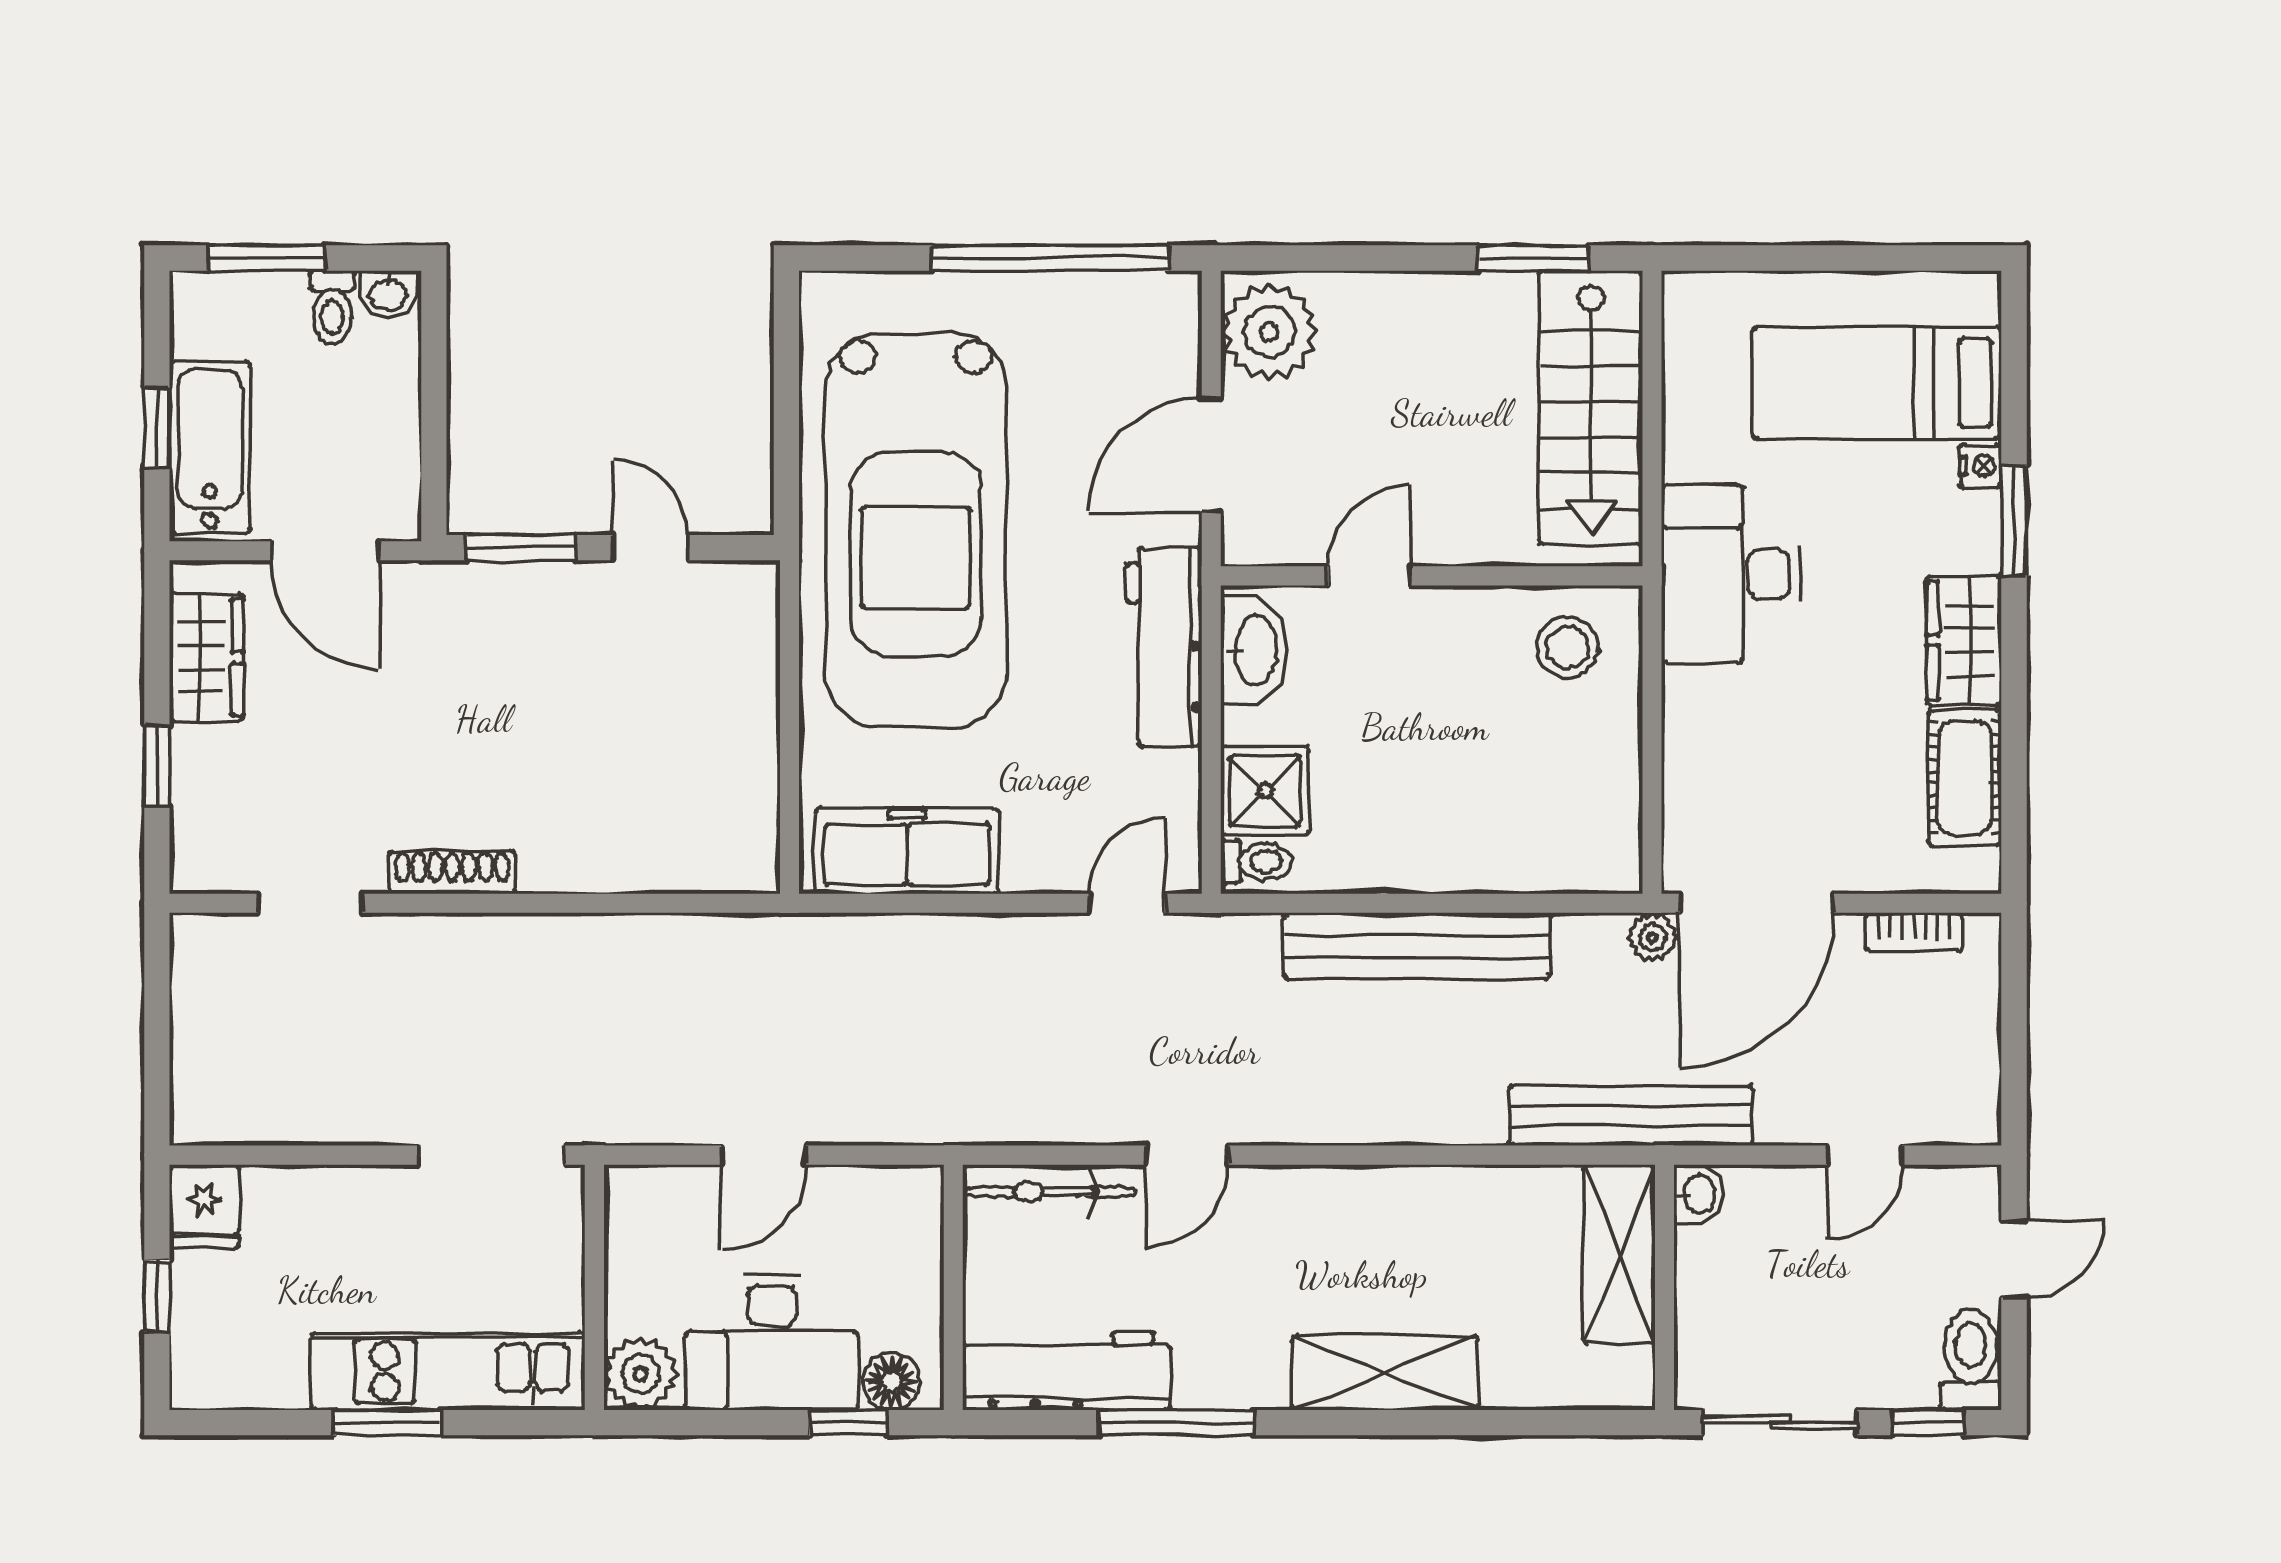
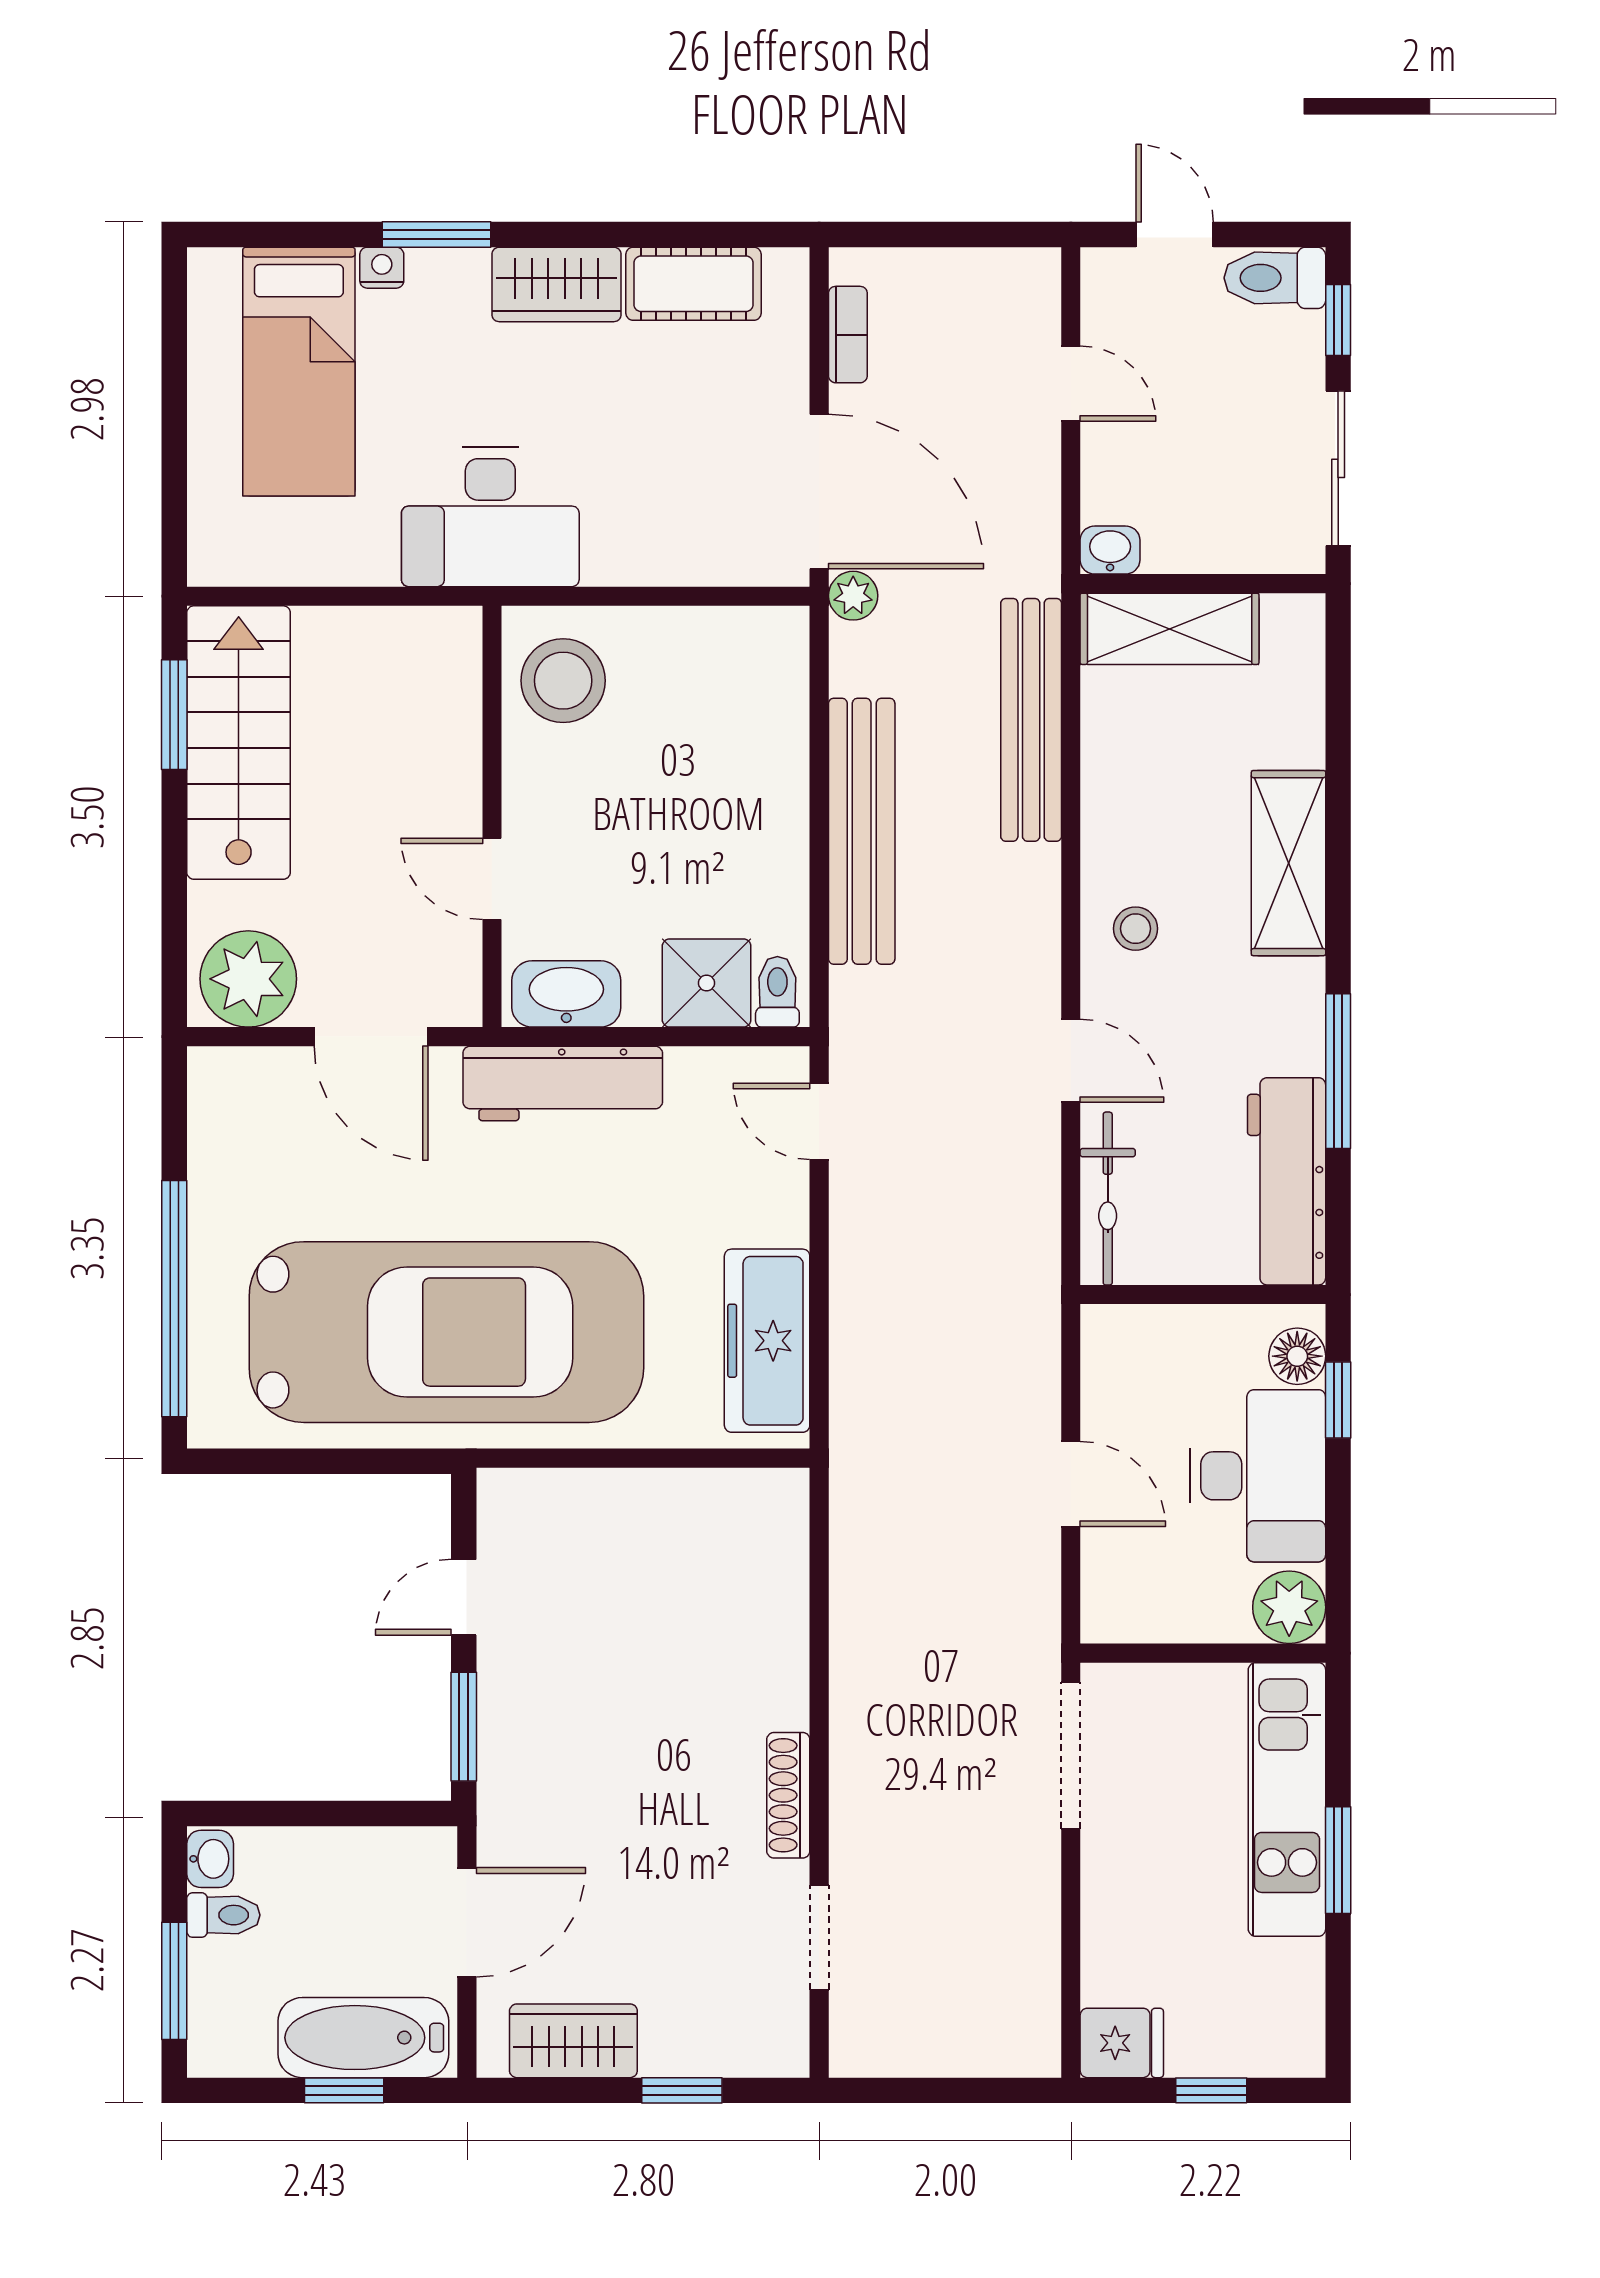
window: (1050, 258) -> (174, 1299), moved
stairs: (1591, 408) -> (239, 743), moved, turned -90
stool: (1568, 647) -> (563, 681), width x1.38, depth x1.38
bench: (1631, 1115) -> (1031, 720), moved
stool: (1319, 1220) -> (1136, 929), added

